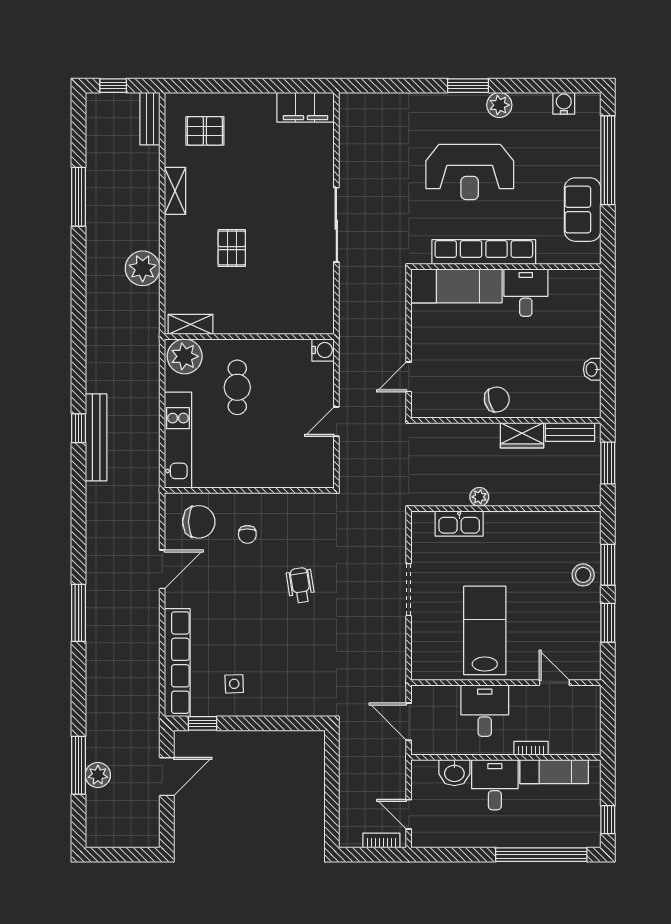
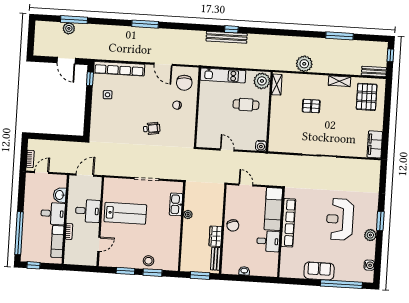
pallet: (205, 131) -> (367, 97), width x1.50, depth x1.42
row of seats: (484, 252) -> (288, 223), moved
wall: (506, 267) -> (281, 233), moved
exam couch: (457, 286) -> (273, 209), moved
desk: (526, 293) -> (268, 241), moved

